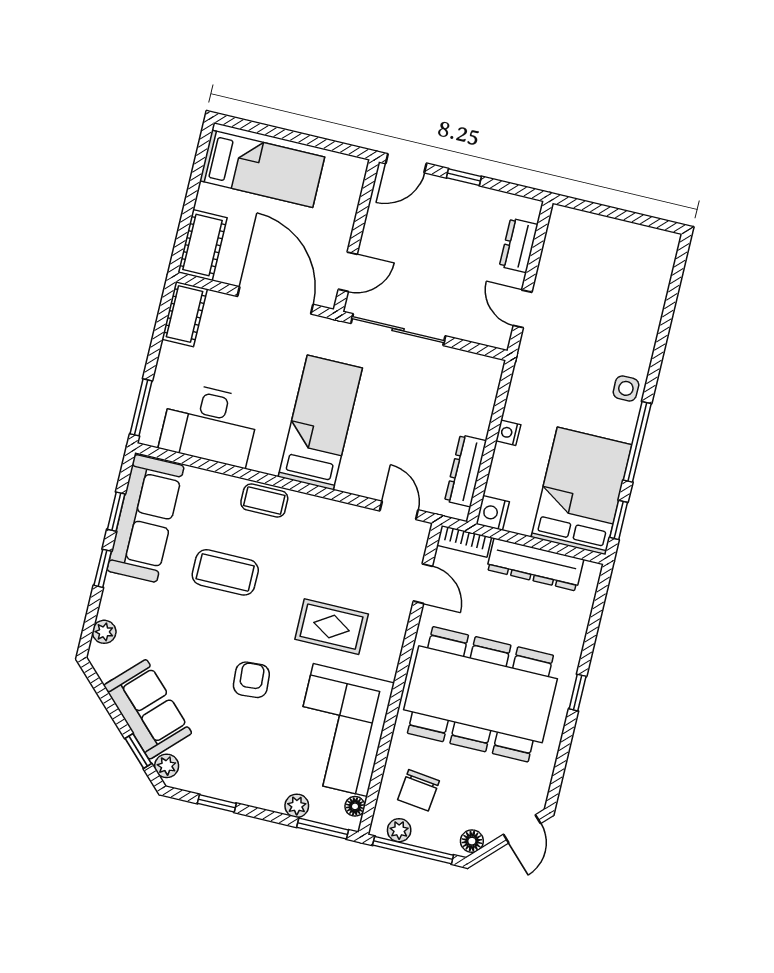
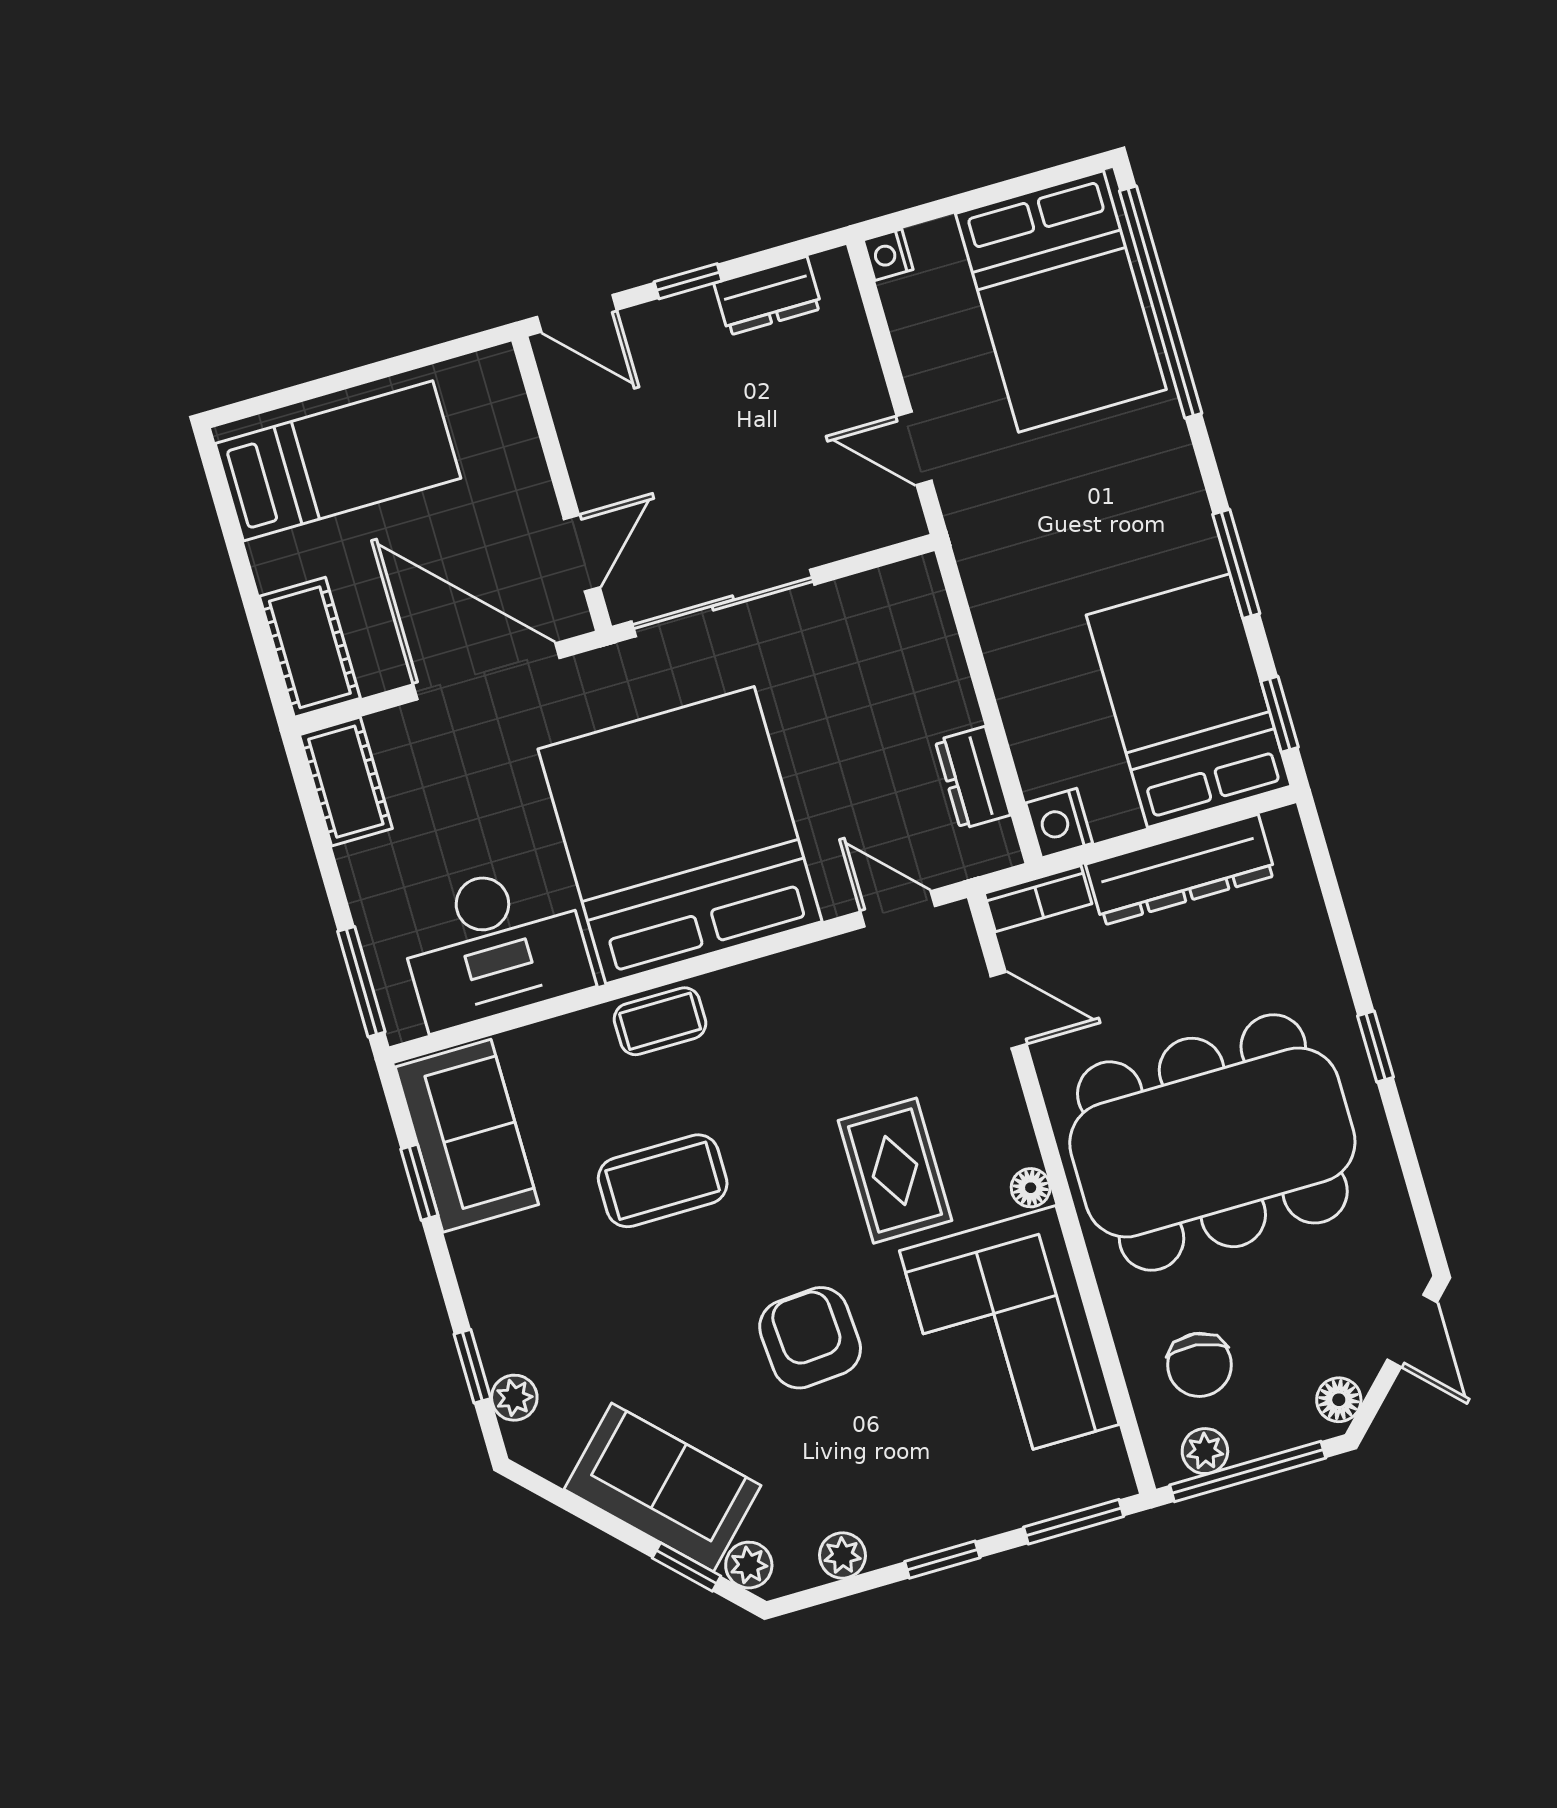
door: (406, 163) -> (577, 313), hinge flipped
dresser: (519, 245) -> (768, 296), moved, turned -90
bed: (625, 280) -> (1061, 301), added
window: (670, 306) -> (1161, 302), added
side table: (626, 388) -> (1166, 484), removed
bed: (320, 422) -> (680, 835), width x2.04
nightstand: (508, 433) -> (888, 255), moved
window: (637, 442) -> (1236, 564), width x0.69
dresser: (466, 471) -> (973, 778), width x0.70
sofa: (145, 518) -> (467, 1136), width x0.73
window: (103, 568) -> (472, 1366), moved
rug: (332, 627) -> (895, 1171), turned 90
armchair: (251, 680) -> (810, 1338), width x1.38, depth x1.38
window: (217, 803) -> (942, 1560), moved
plant: (297, 806) -> (842, 1555), moved
floor lamp: (355, 806) -> (1031, 1188), moved

